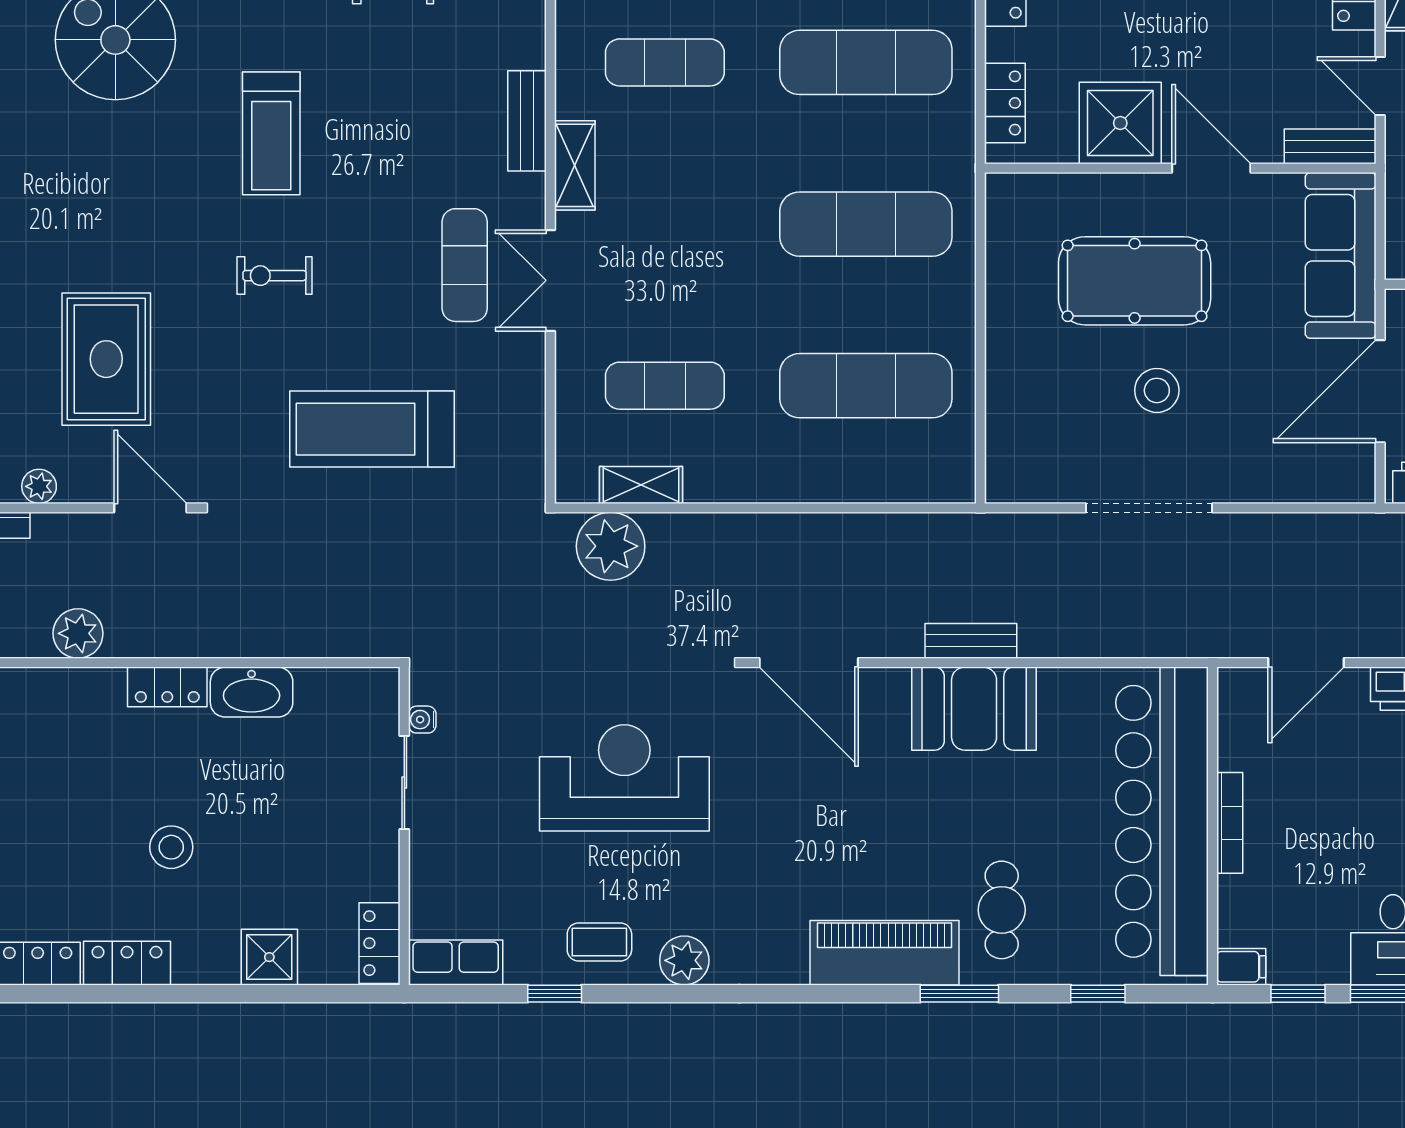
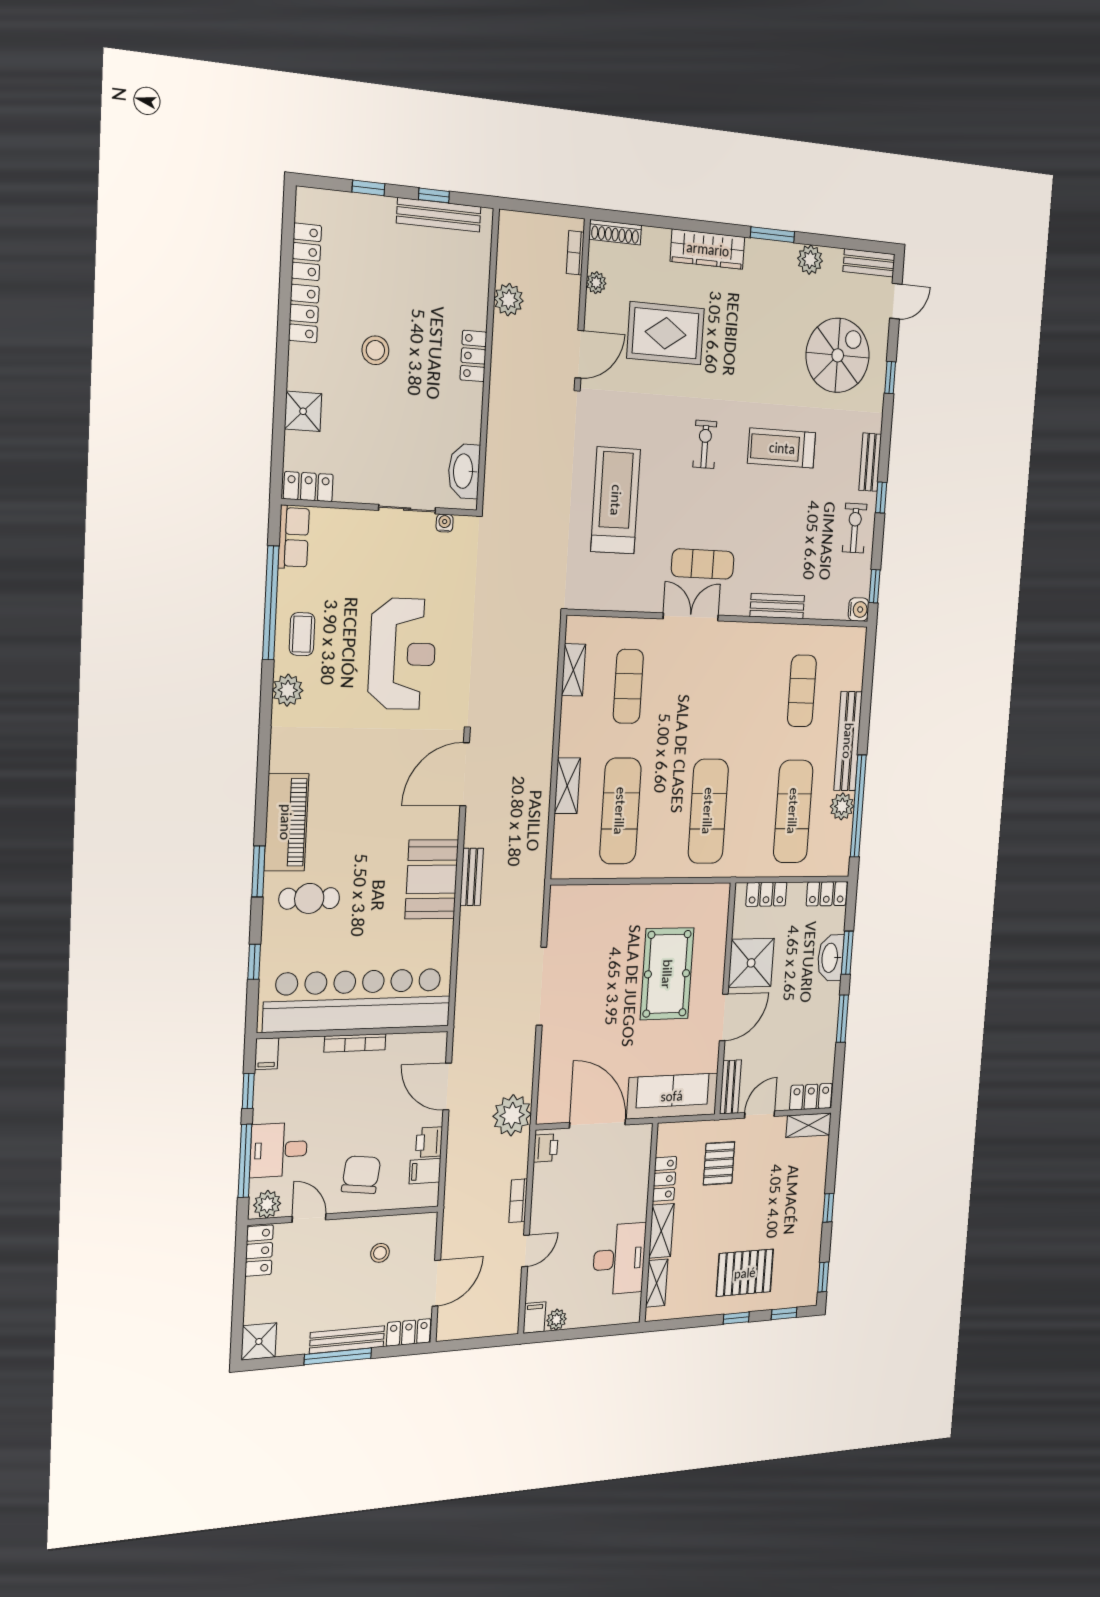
shelving: (575, 165) -> (567, 786), moved, turned 90
stool: (1157, 390) -> (606, 989), removed
plant: (611, 546) -> (512, 1115), moved
washbasin: (252, 692) -> (464, 471), moved
window: (555, 994) -> (271, 603), width x3.17

